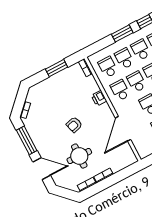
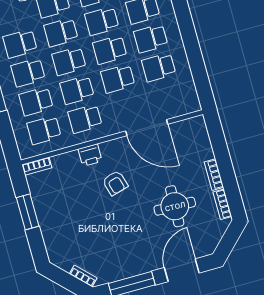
armchair: (74, 125) -> (115, 183), moved

